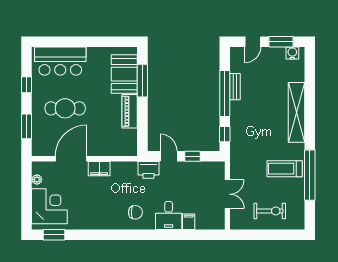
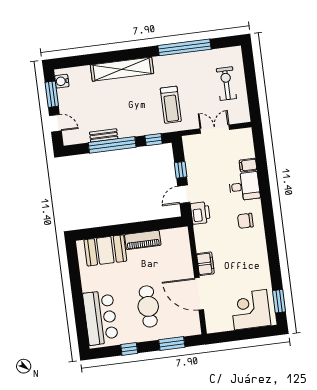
window: (142, 81) -> (110, 231), removed
treadmill: (285, 169) -> (171, 105), moved
plant: (37, 179) -> (225, 326), removed
chair: (135, 212) -> (245, 221), turned -90

